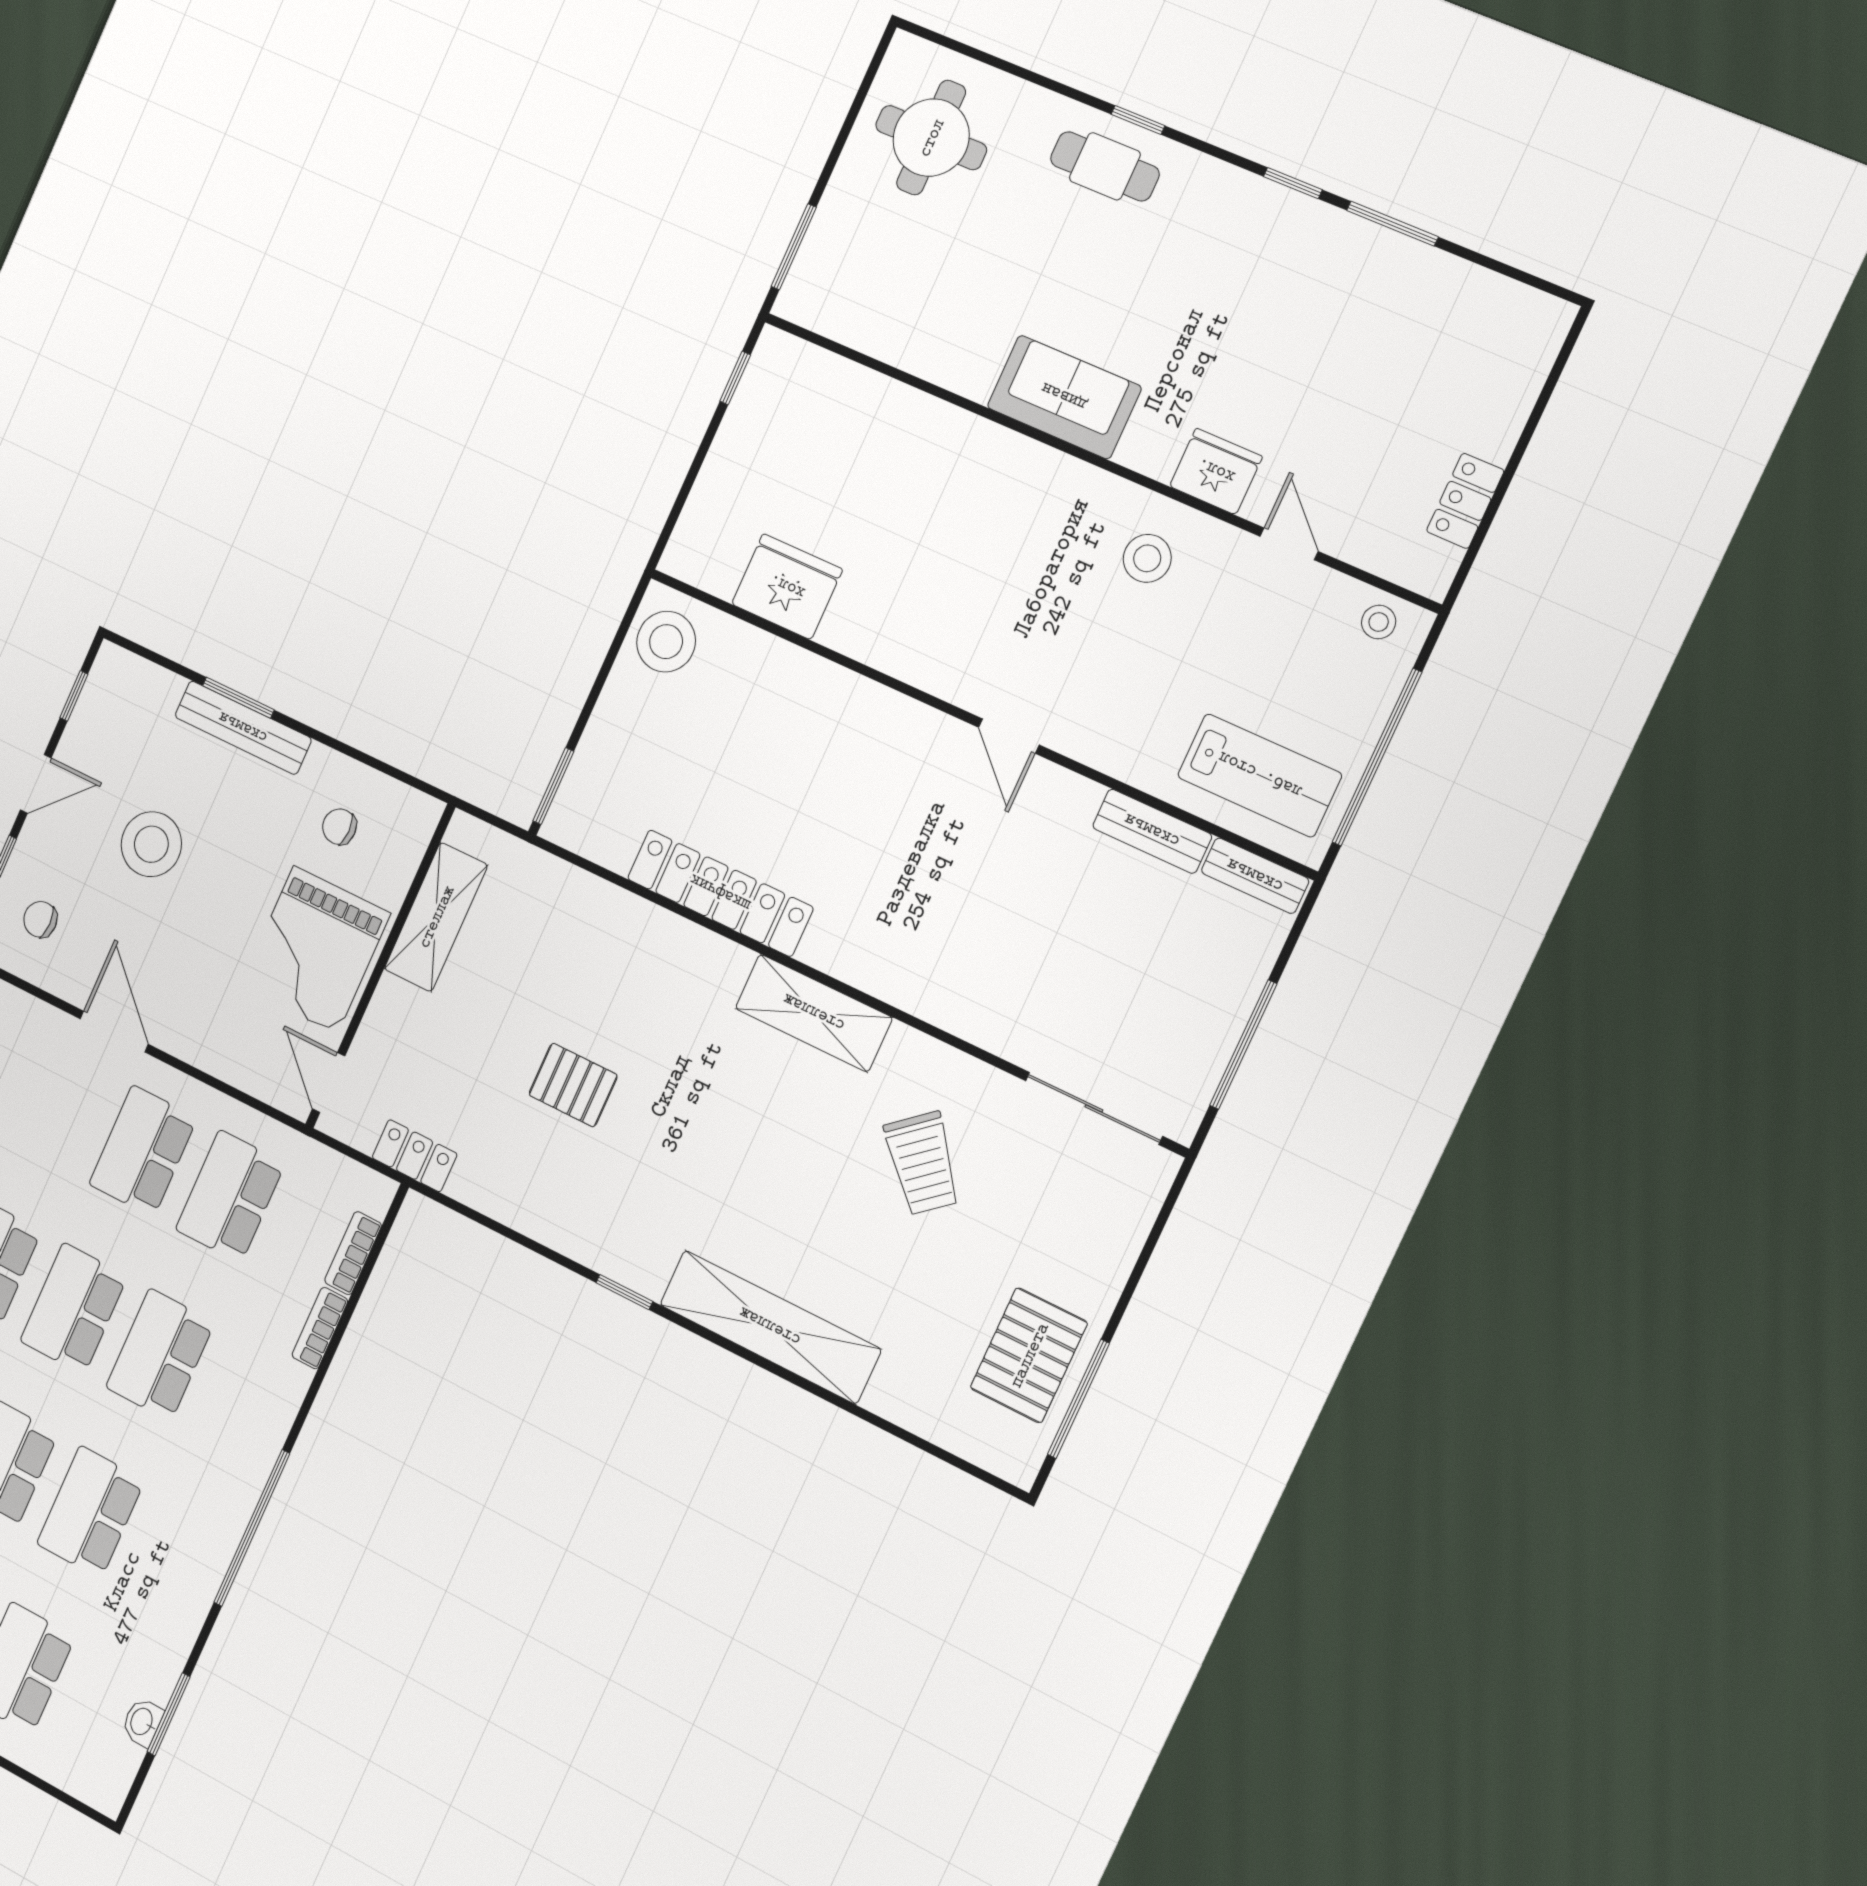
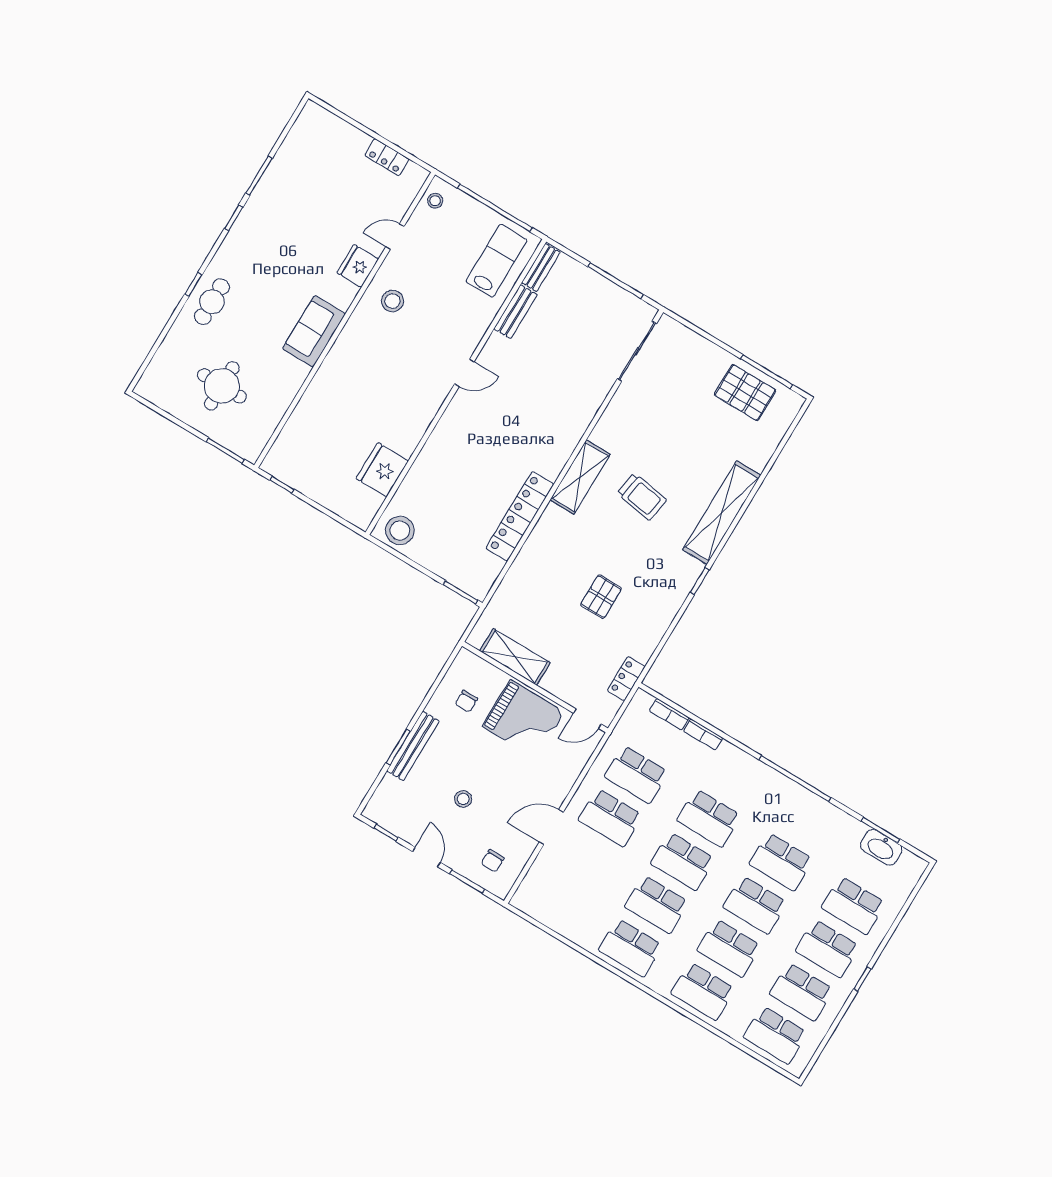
round table: (931, 138) -> (222, 386), moved
stool: (151, 844) -> (463, 799), width x0.53, depth x0.53
trolley: (923, 1163) -> (642, 497), moved, turned 49
washbasin: (142, 1722) -> (881, 847), width x1.91, depth x1.45

